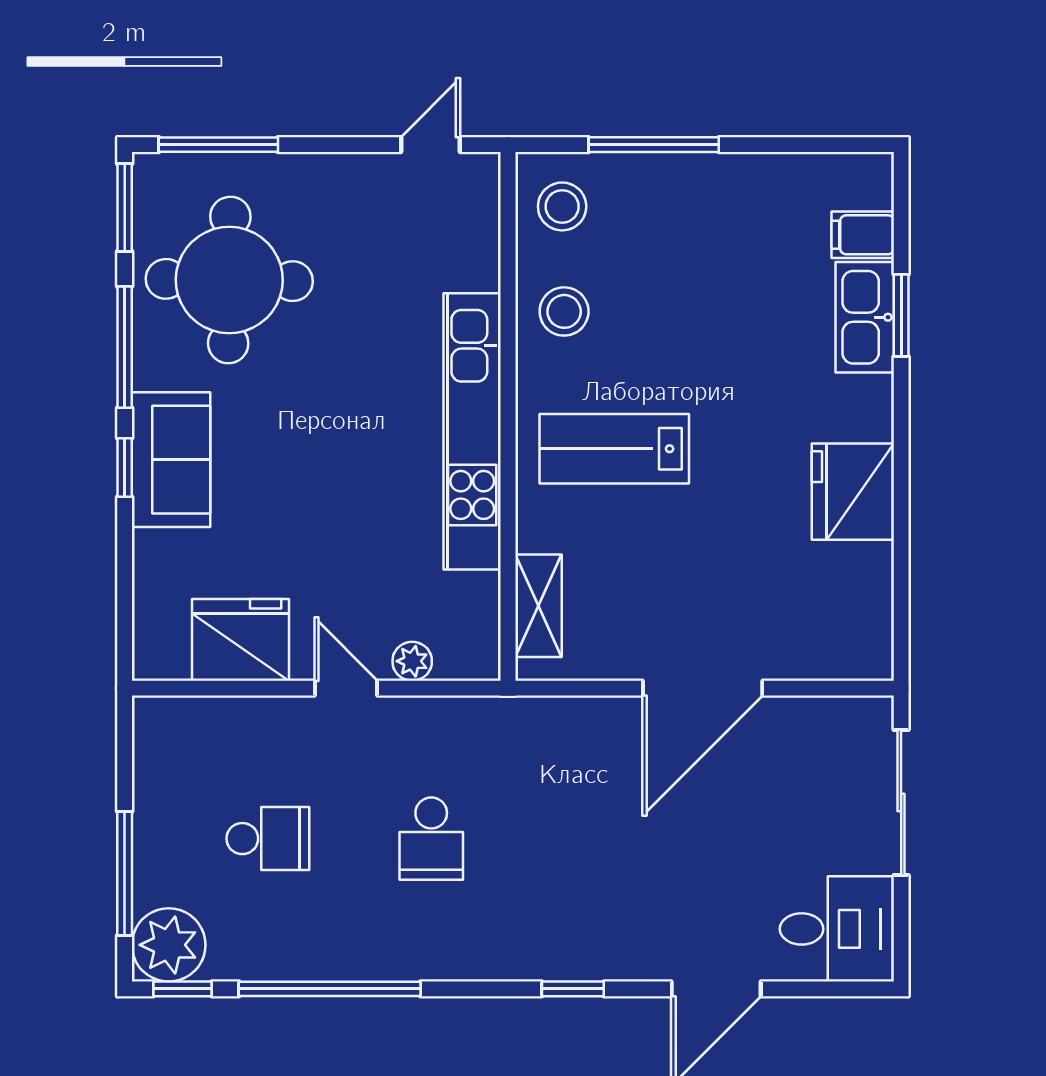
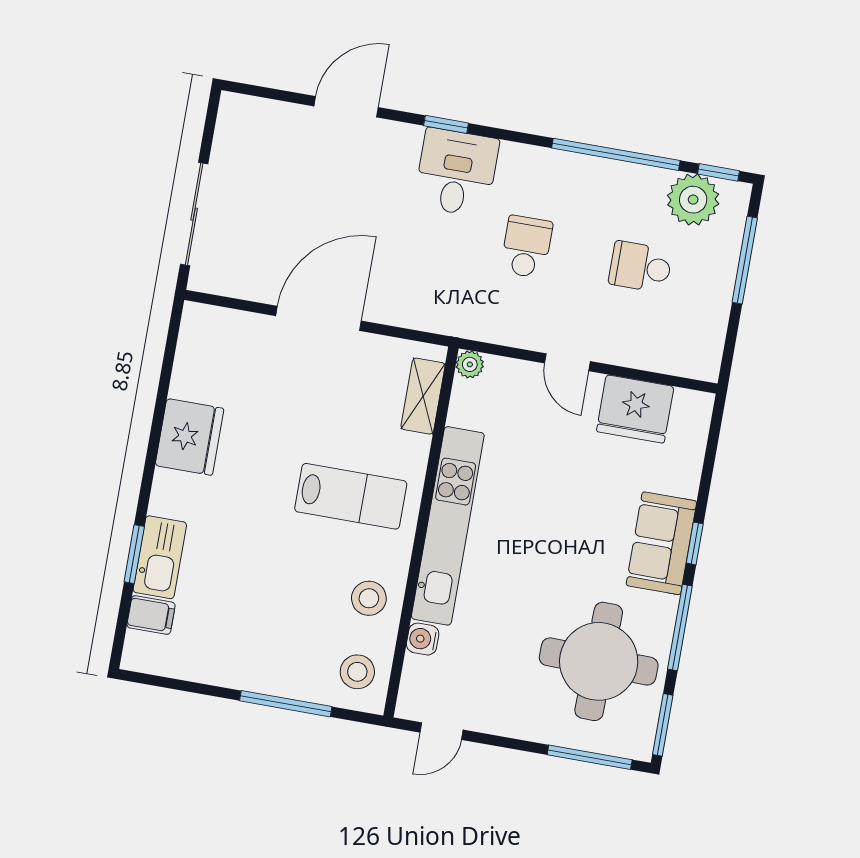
water cooler: (479, 268) -> (423, 639), added
plant: (412, 661) -> (470, 364), moved
desk: (837, 929) -> (456, 172), moved, turned 90
plant: (169, 945) -> (693, 200), moved

